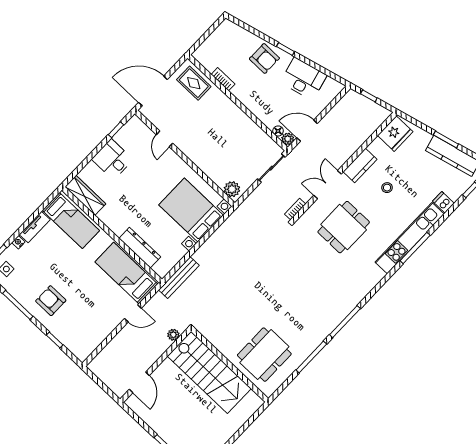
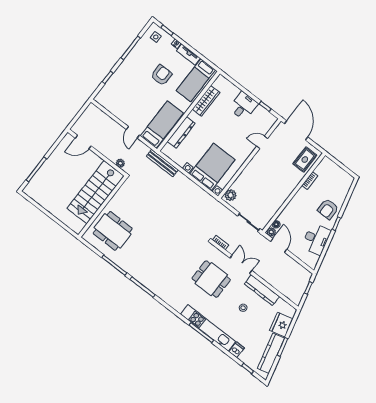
fridge: (395, 134) -> (281, 325), moved, turned 76
kitchen counter: (360, 165) -> (262, 290), width x1.50
wardrobe: (85, 195) -> (206, 101), moved
armchair: (51, 301) -> (161, 75), moved

